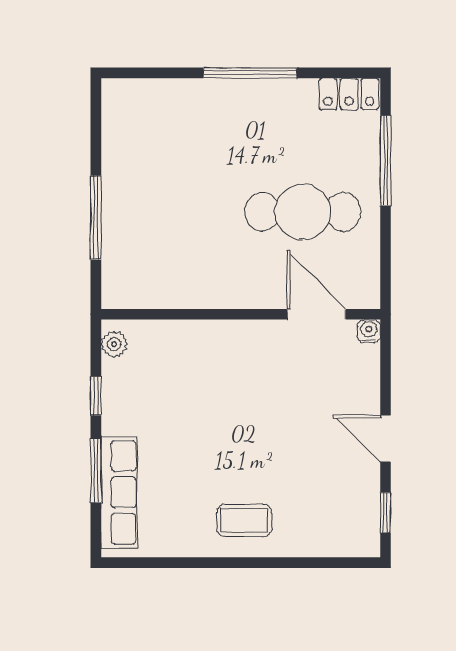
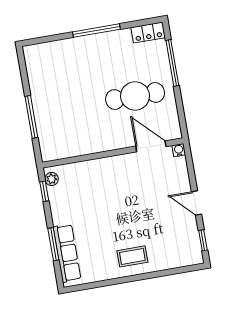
window: (96, 396) -> (44, 191), moved

